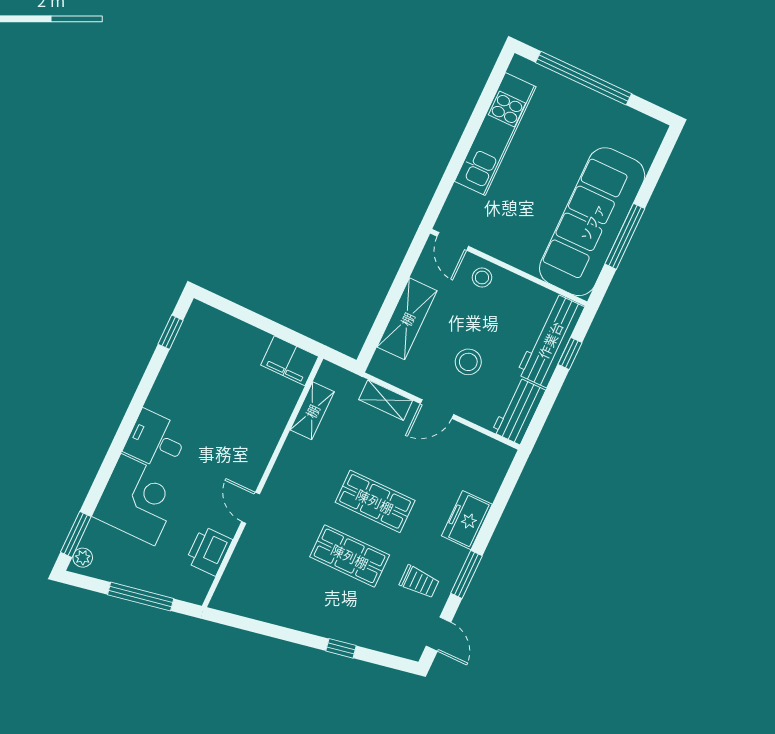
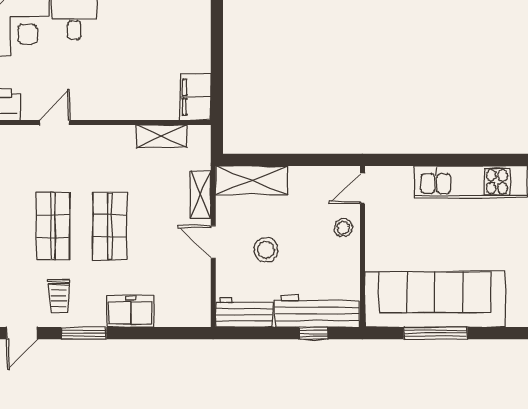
shelving: (407, 319) -> (252, 180), moved

